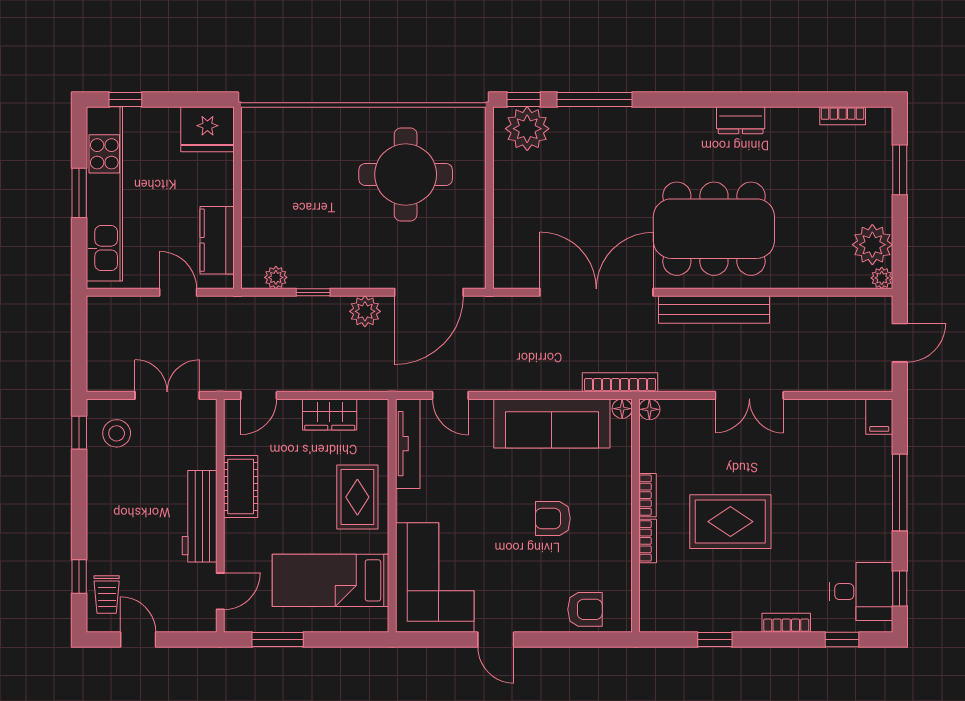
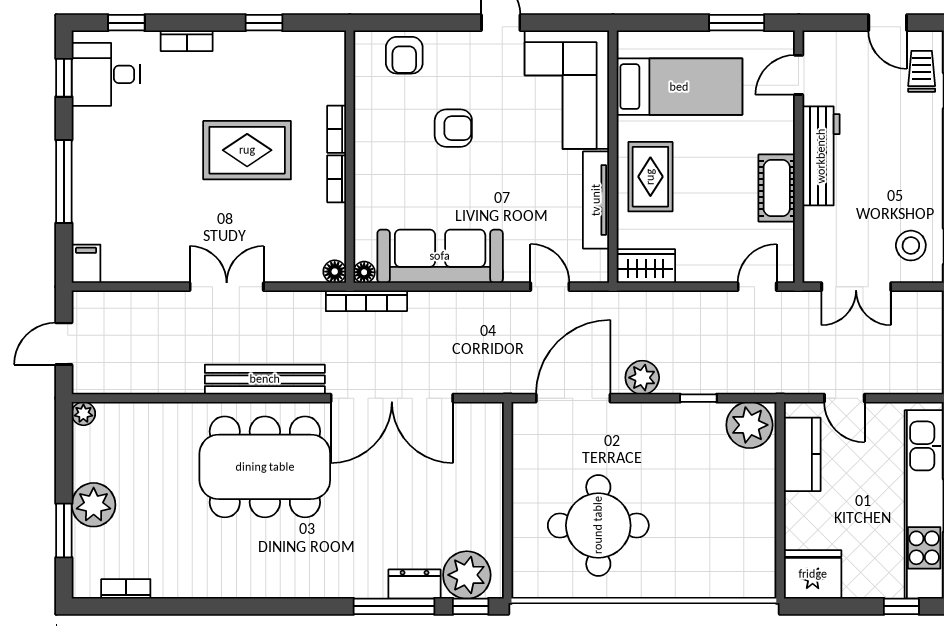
dresser: (741, 120) -> (415, 584), moved
plant: (872, 245) -> (94, 505), moved
plant: (276, 277) -> (749, 425), width x1.88, depth x1.88
wardrobe: (330, 414) -> (646, 266), moved
tv unit: (408, 444) -> (596, 200), moved
armchair: (553, 519) -> (453, 128), moved
armchair: (585, 609) -> (404, 55), turned -90

